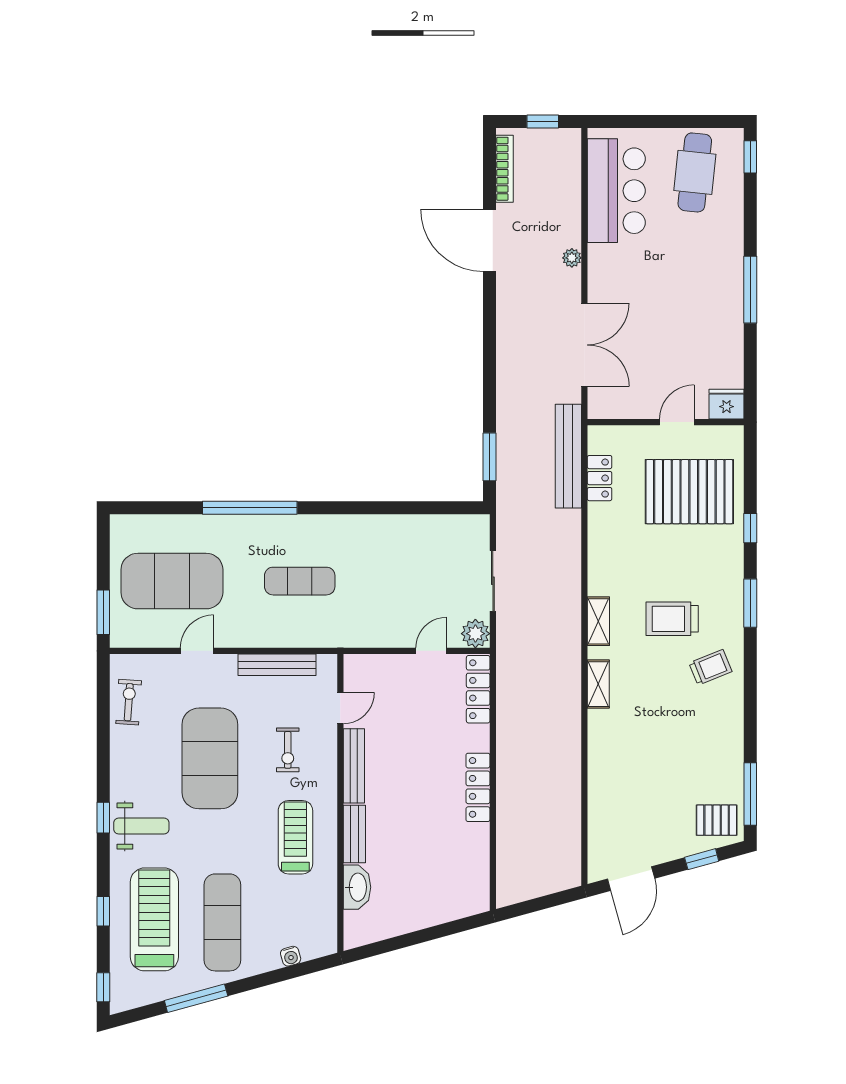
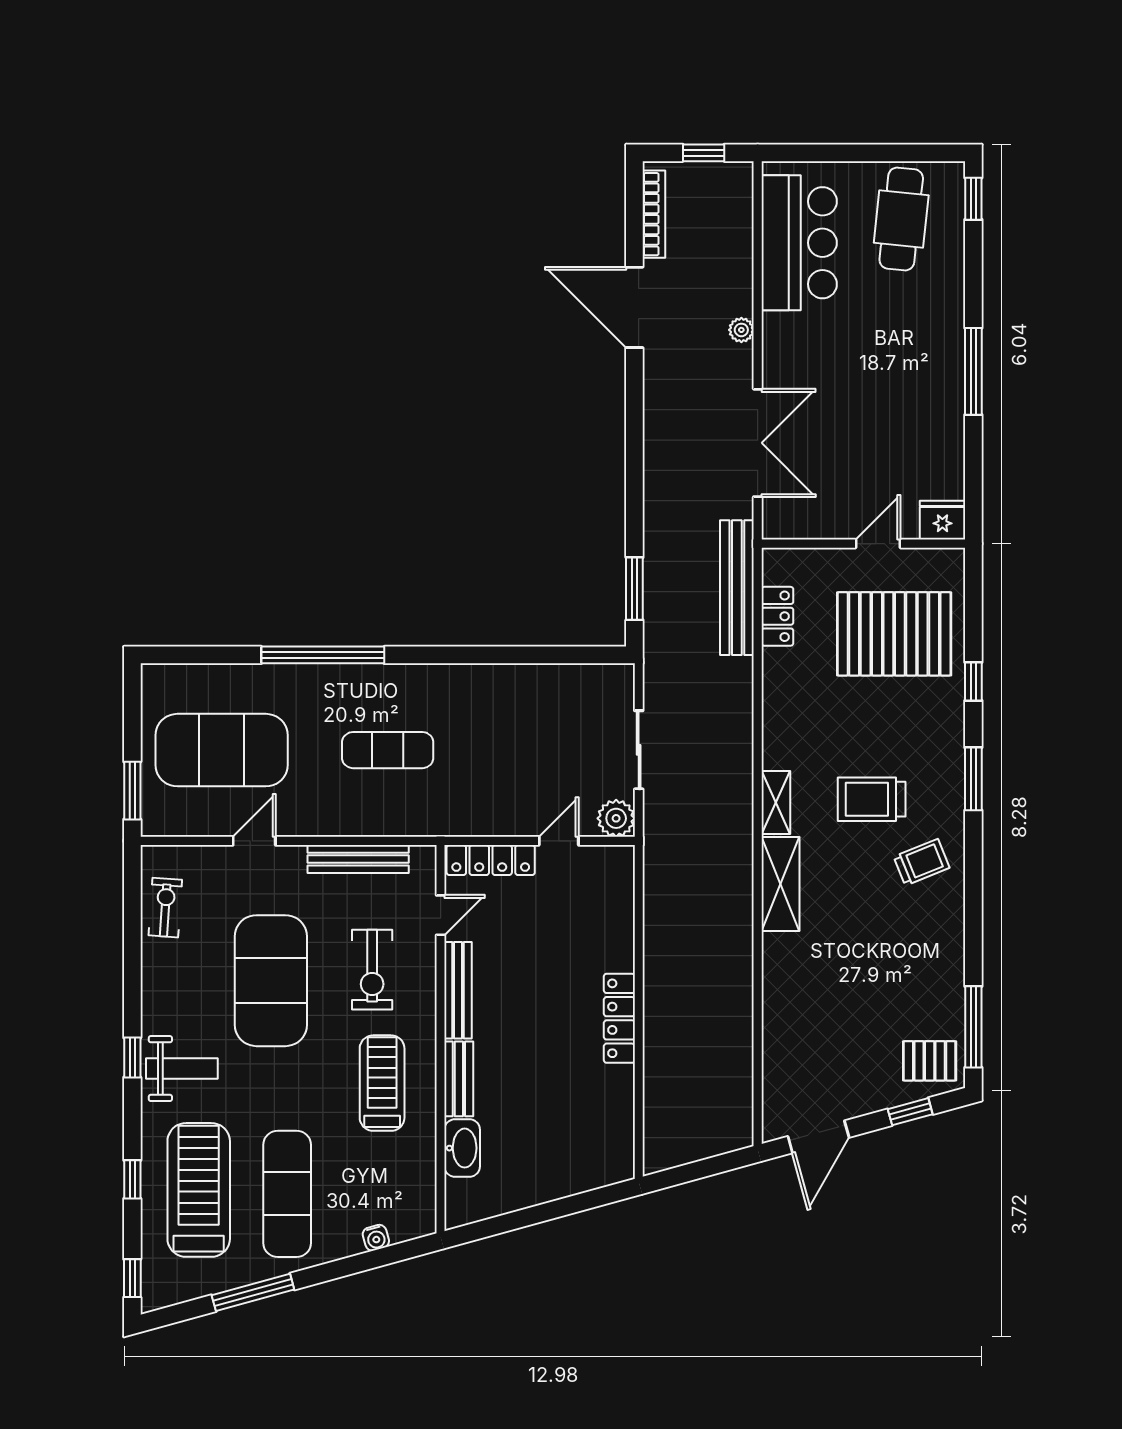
shelving: (598, 684) -> (780, 884), width x1.50, depth x1.33
locker: (478, 689) -> (491, 860), moved, turned -90
exercise bike: (288, 750) -> (372, 970), width x1.38, depth x1.39

